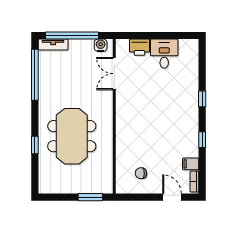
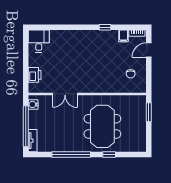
desk: (164, 54) -> (39, 41), moved, turned 90
double door: (114, 74) -> (65, 94), moved
window: (35, 75) -> (71, 154), moved
window: (202, 99) -> (74, 27), removed
meeting table: (72, 136) -> (102, 126), turned 90

